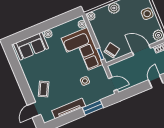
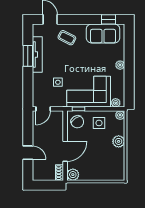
side table: (147, 14) -> (99, 123), moved
sofa: (31, 46) -> (103, 33), moved, turned -90
window: (13, 60) -> (109, 19), added
window: (93, 108) -> (28, 56), moved

